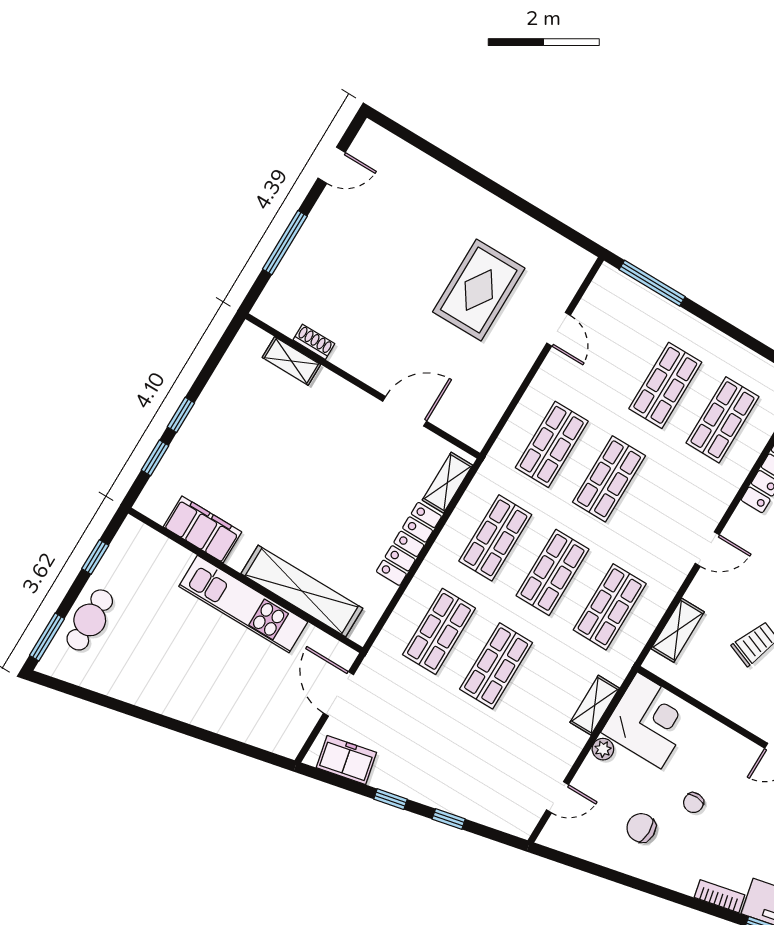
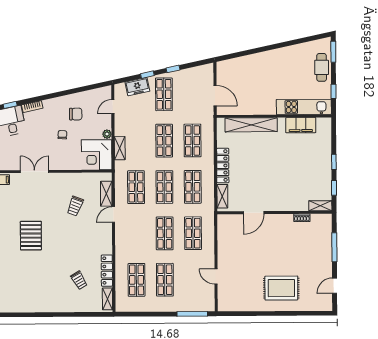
rug: (479, 290) -> (281, 288), moved, turned 90
shelving: (291, 361) -> (320, 206), moved
window: (155, 458) -> (334, 188), moved
door: (707, 549) -> (113, 215), moved
kitchen unit: (243, 604) -> (304, 107), moved
shop shelf: (440, 759) -> (164, 94), added
freezer: (346, 760) -> (137, 87), moved

